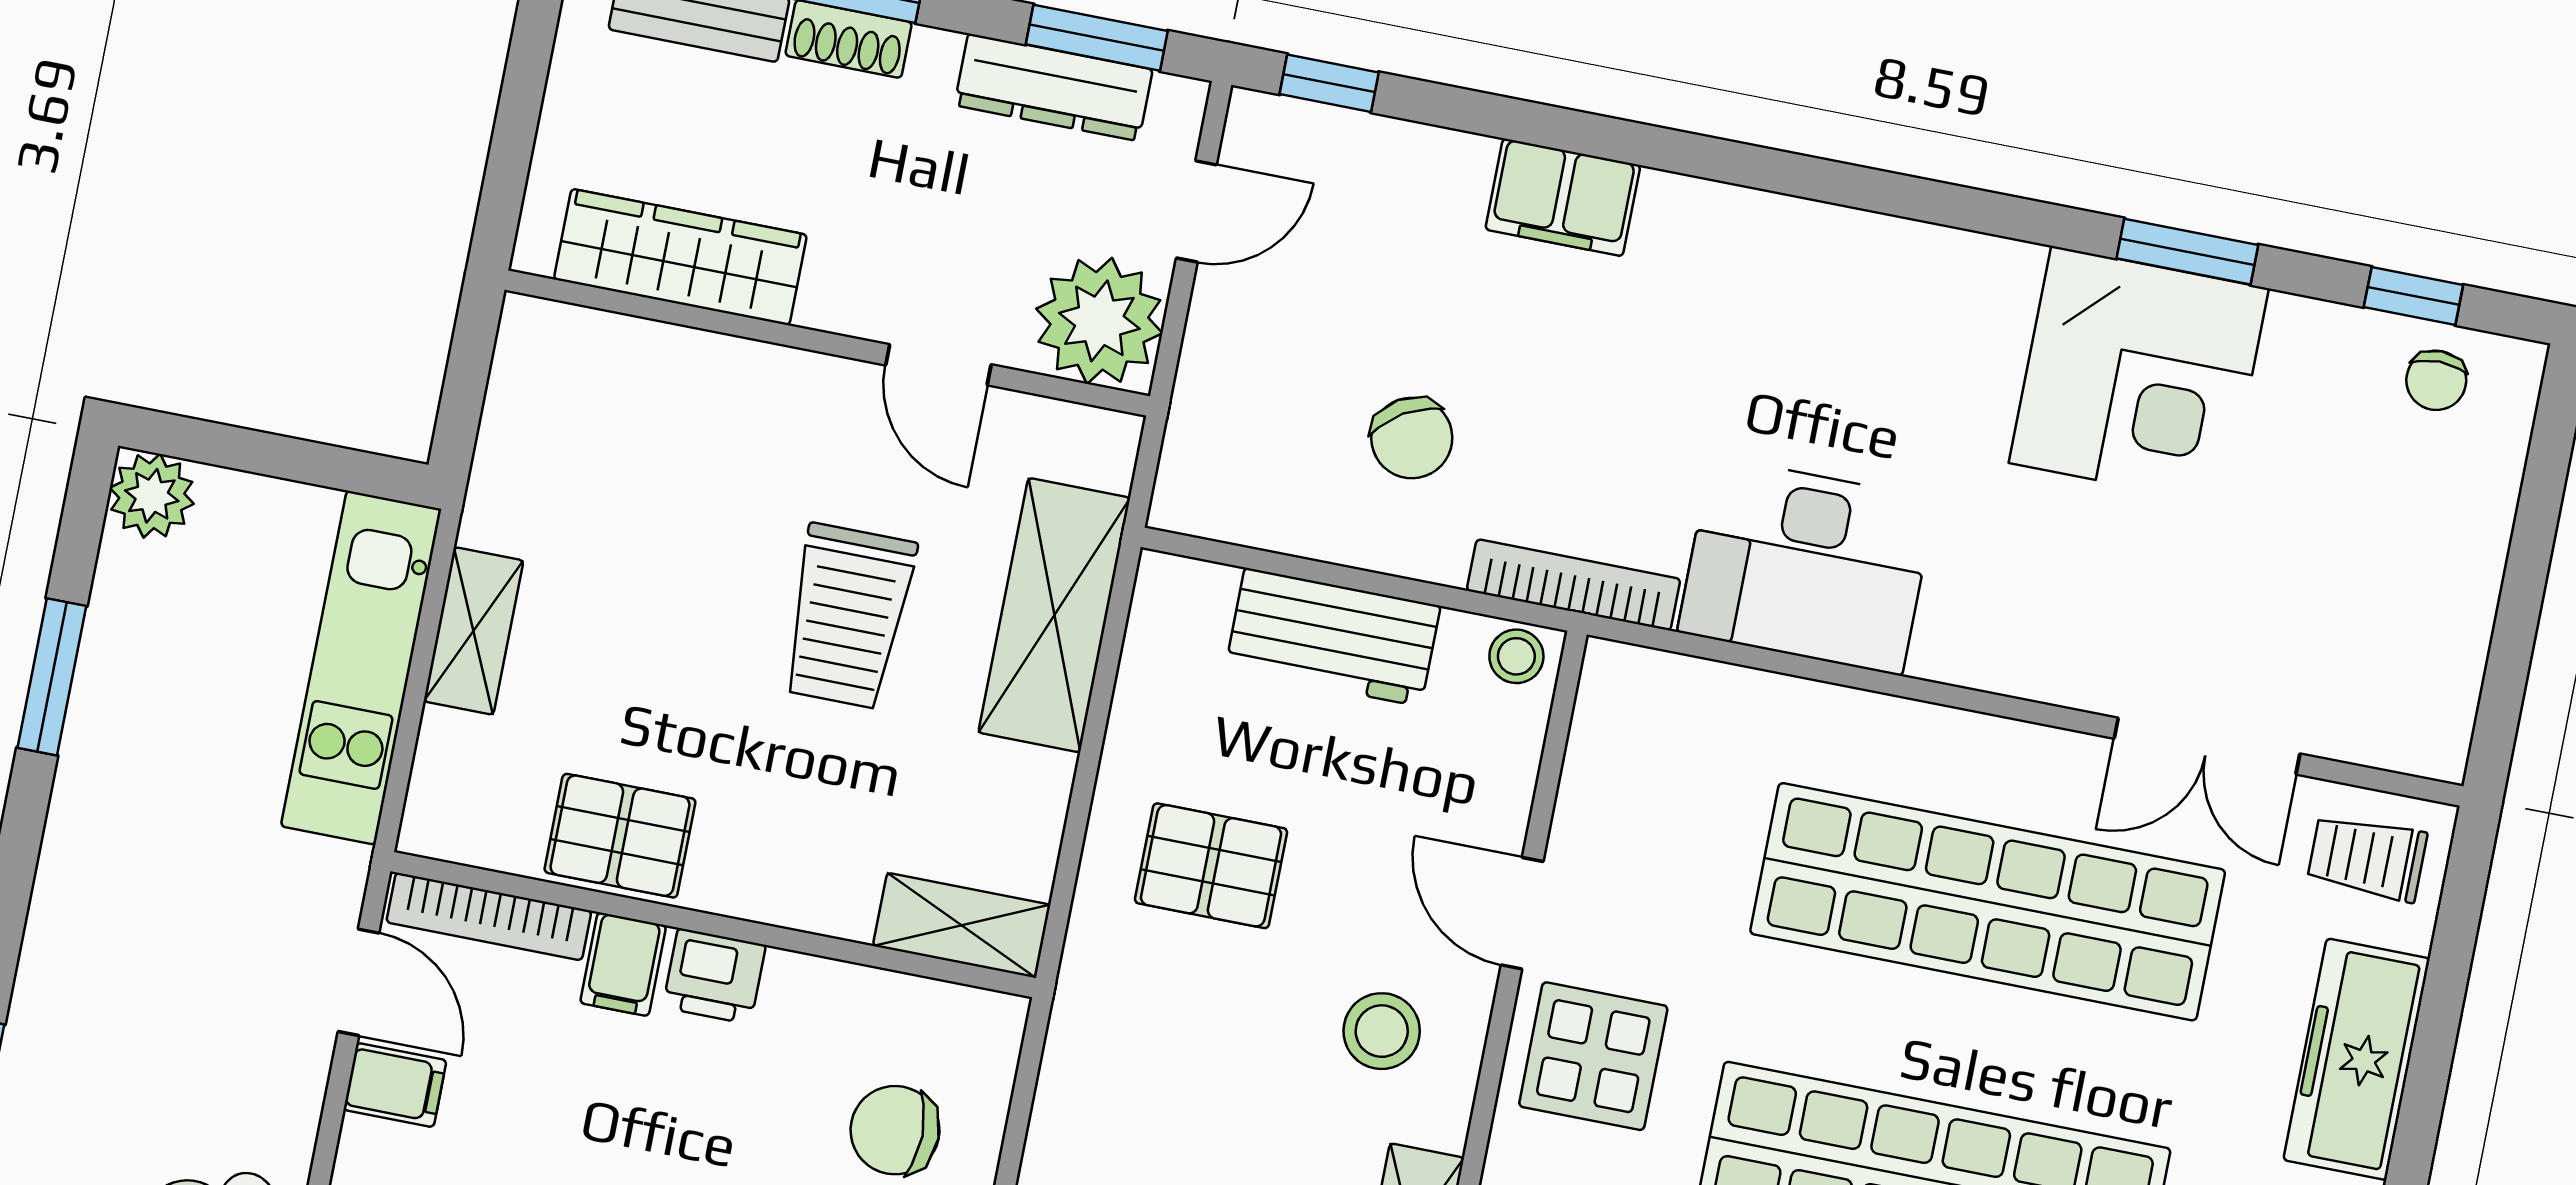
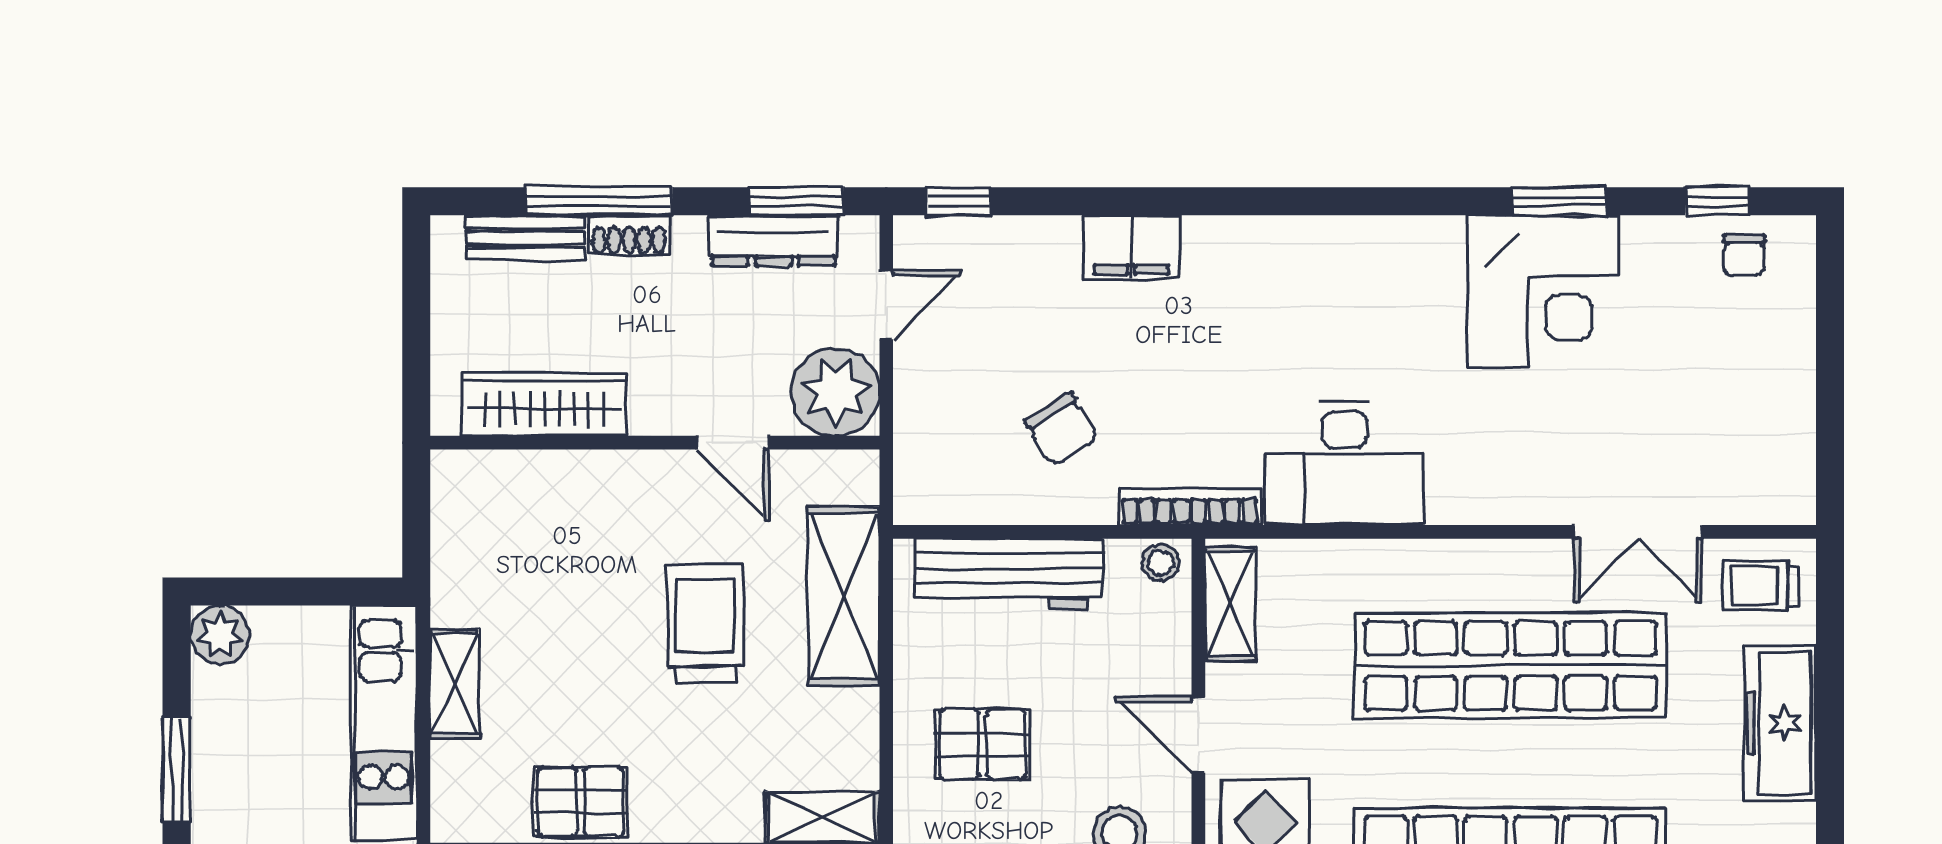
trolley: (848, 616) -> (705, 624), turned 180
workbench: (1333, 637) -> (1009, 574), width x1.38
shelving: (1604, 735) -> (1230, 604), added

